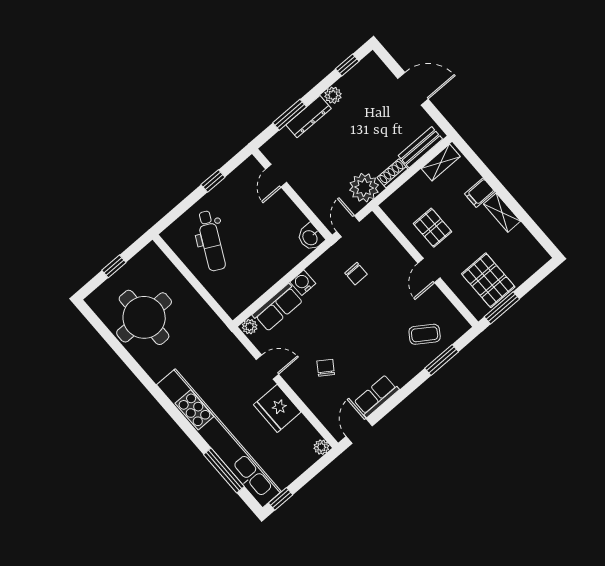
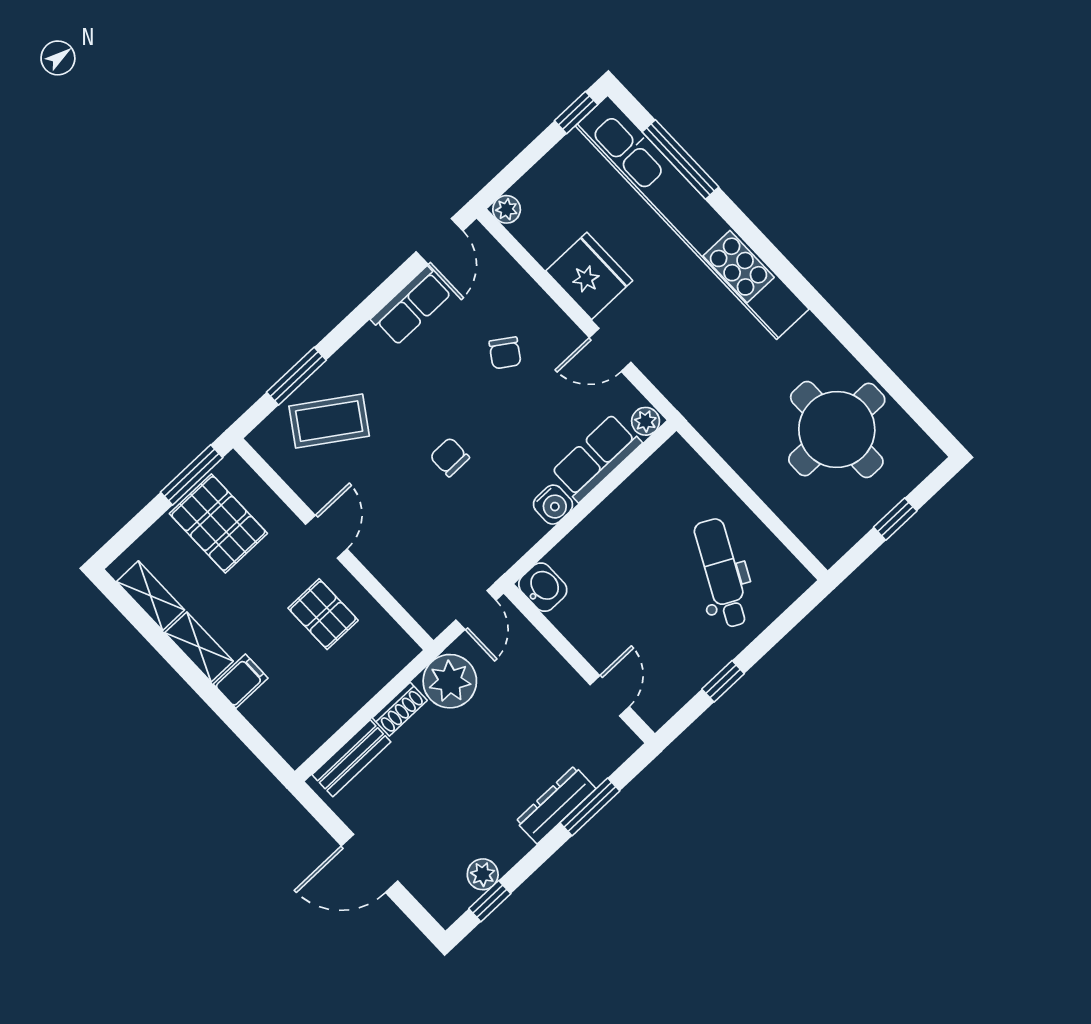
plant: (333, 95) -> (483, 874), moved
shelving: (441, 163) -> (150, 596), moved, turned 90
chair: (356, 274) -> (450, 457), moved
coffee table: (425, 334) -> (329, 421), width x1.36, depth x1.30

